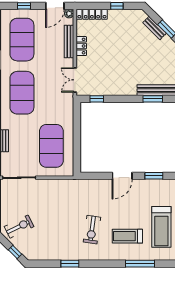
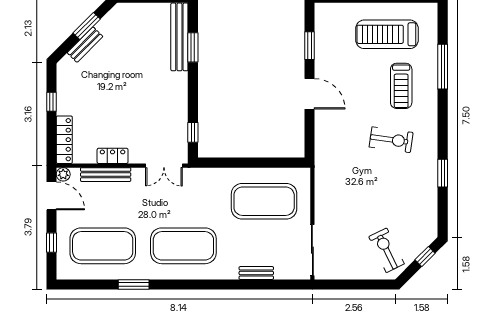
treadmill: (161, 227) -> (387, 34), turned 180

